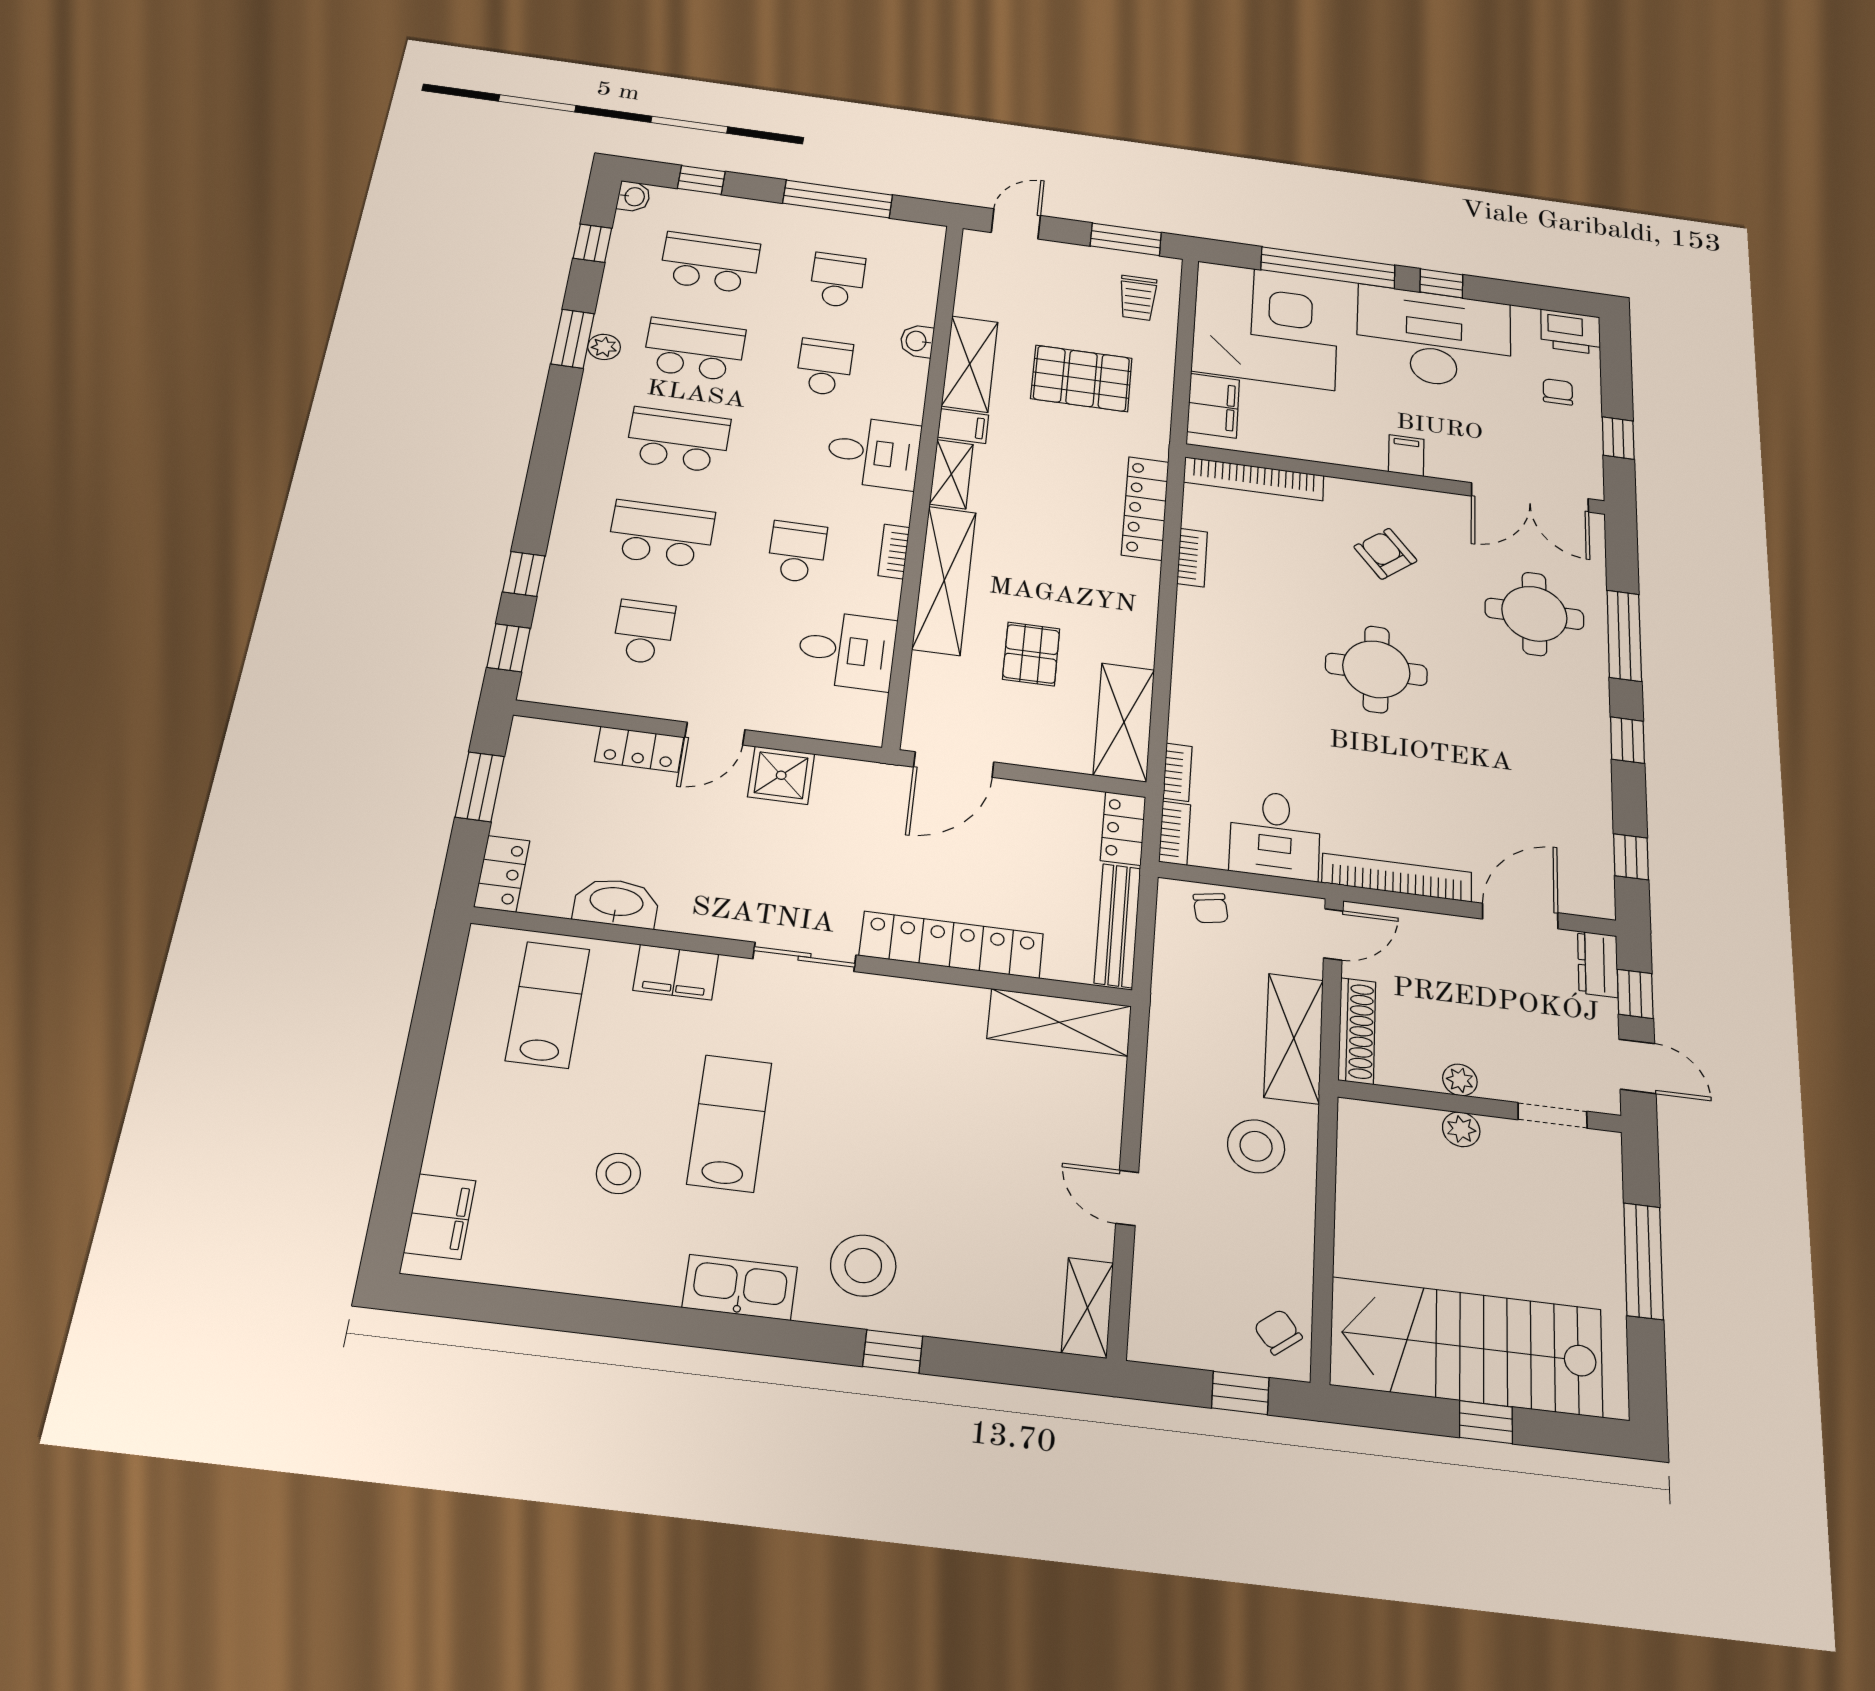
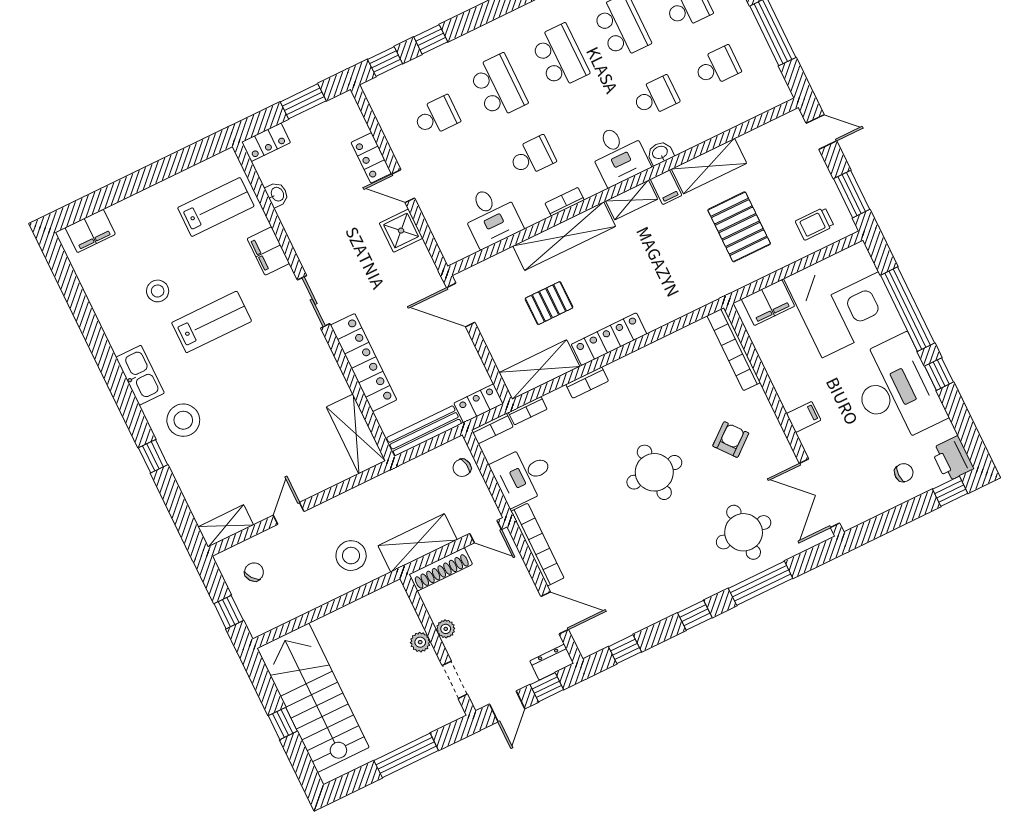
washbasin: (917, 341) -> (660, 153), moved
window: (1618, 438) -> (950, 491), moved
locker: (1145, 508) -> (609, 339), moved
bookcase: (1192, 558) -> (587, 383), moved
washbasin: (616, 903) -> (277, 194), width x0.52, depth x0.69
chair: (1278, 1332) -> (254, 572), moved

